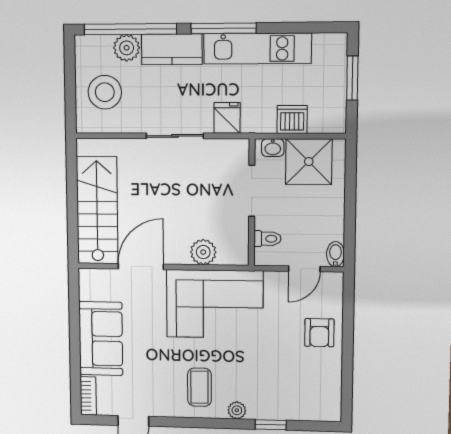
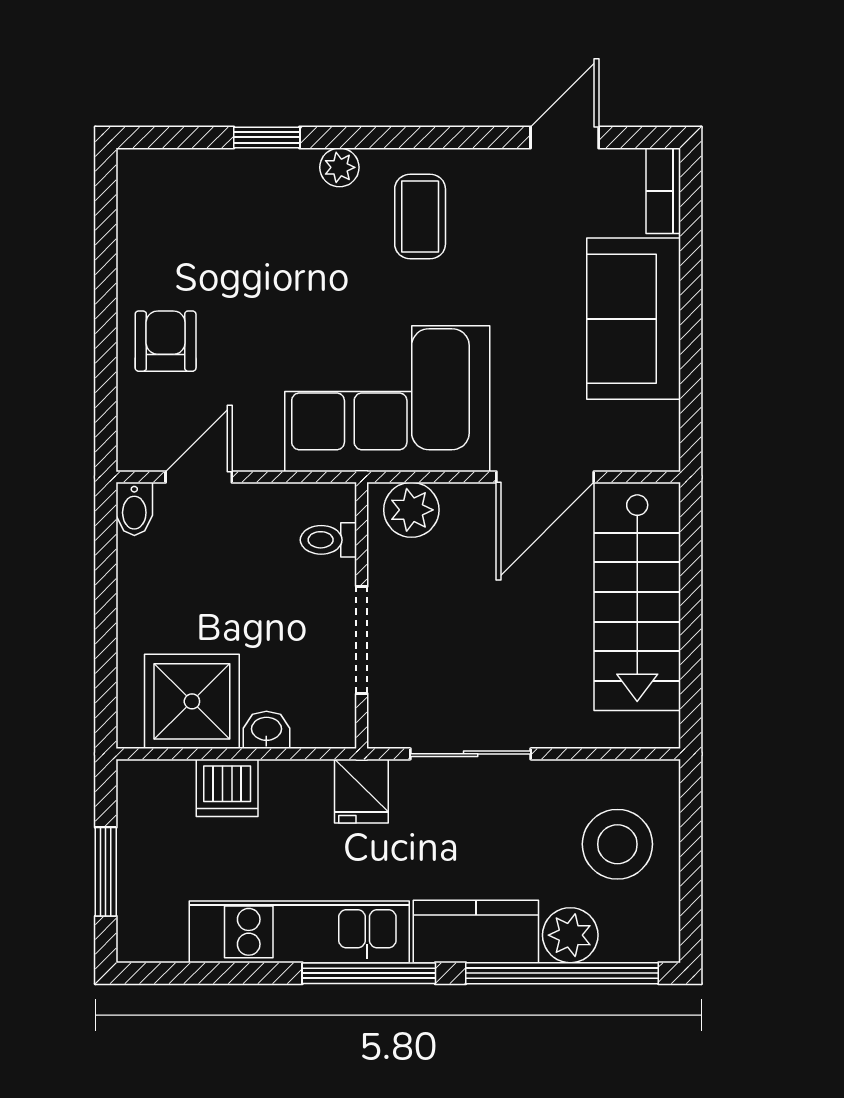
doorway: (252, 191) -> (362, 640), moved
wall: (252, 203) -> (362, 615), moved
toilet: (267, 239) -> (328, 540), moved

